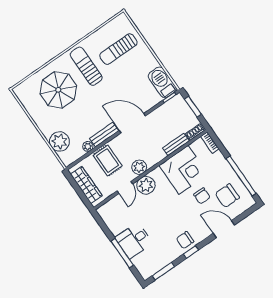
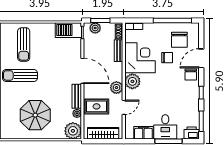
parasol: (58, 90) -> (35, 115), moved
plant: (182, 107) -> (95, 28), added
door: (132, 123) -> (82, 71), swing flipped
plant: (59, 141) -> (73, 131), moved
plant: (146, 185) -> (132, 81), moved
door: (125, 187) -> (124, 107), hinge flipped
filing cabinet: (114, 223) -> (143, 133), added
chair: (185, 240) -> (191, 75), moved
printer: (146, 270) -> (192, 133), added

